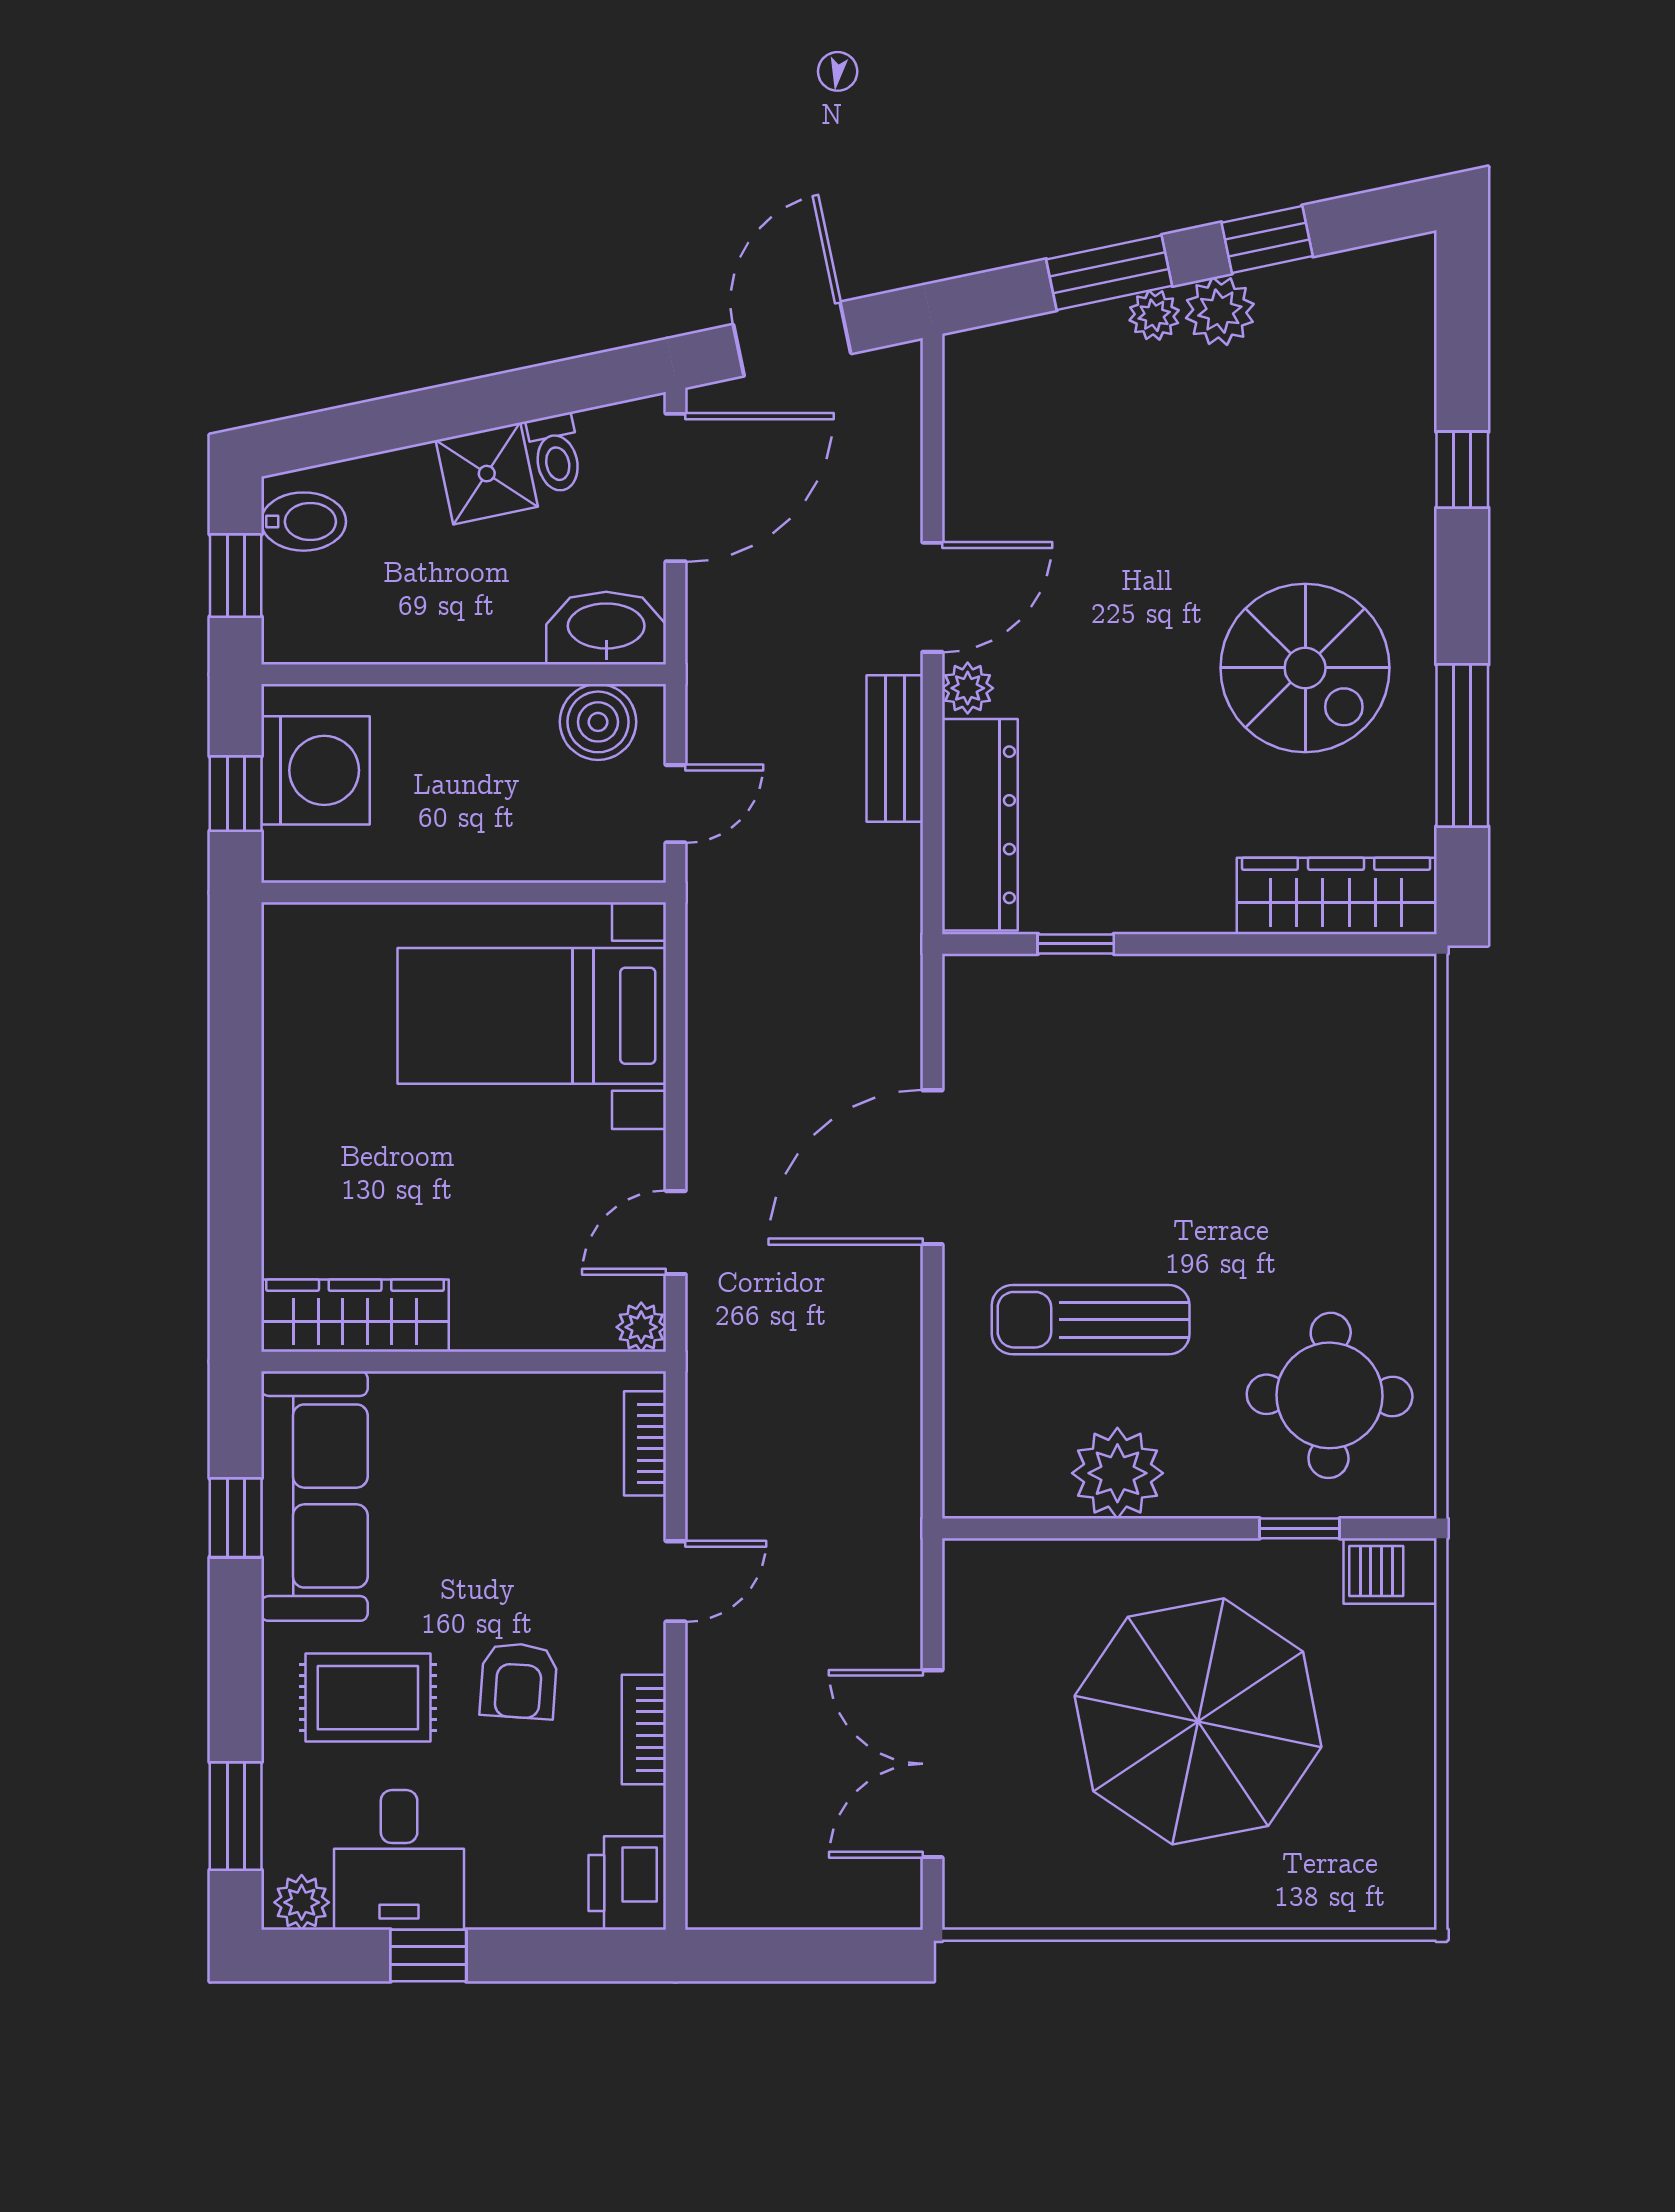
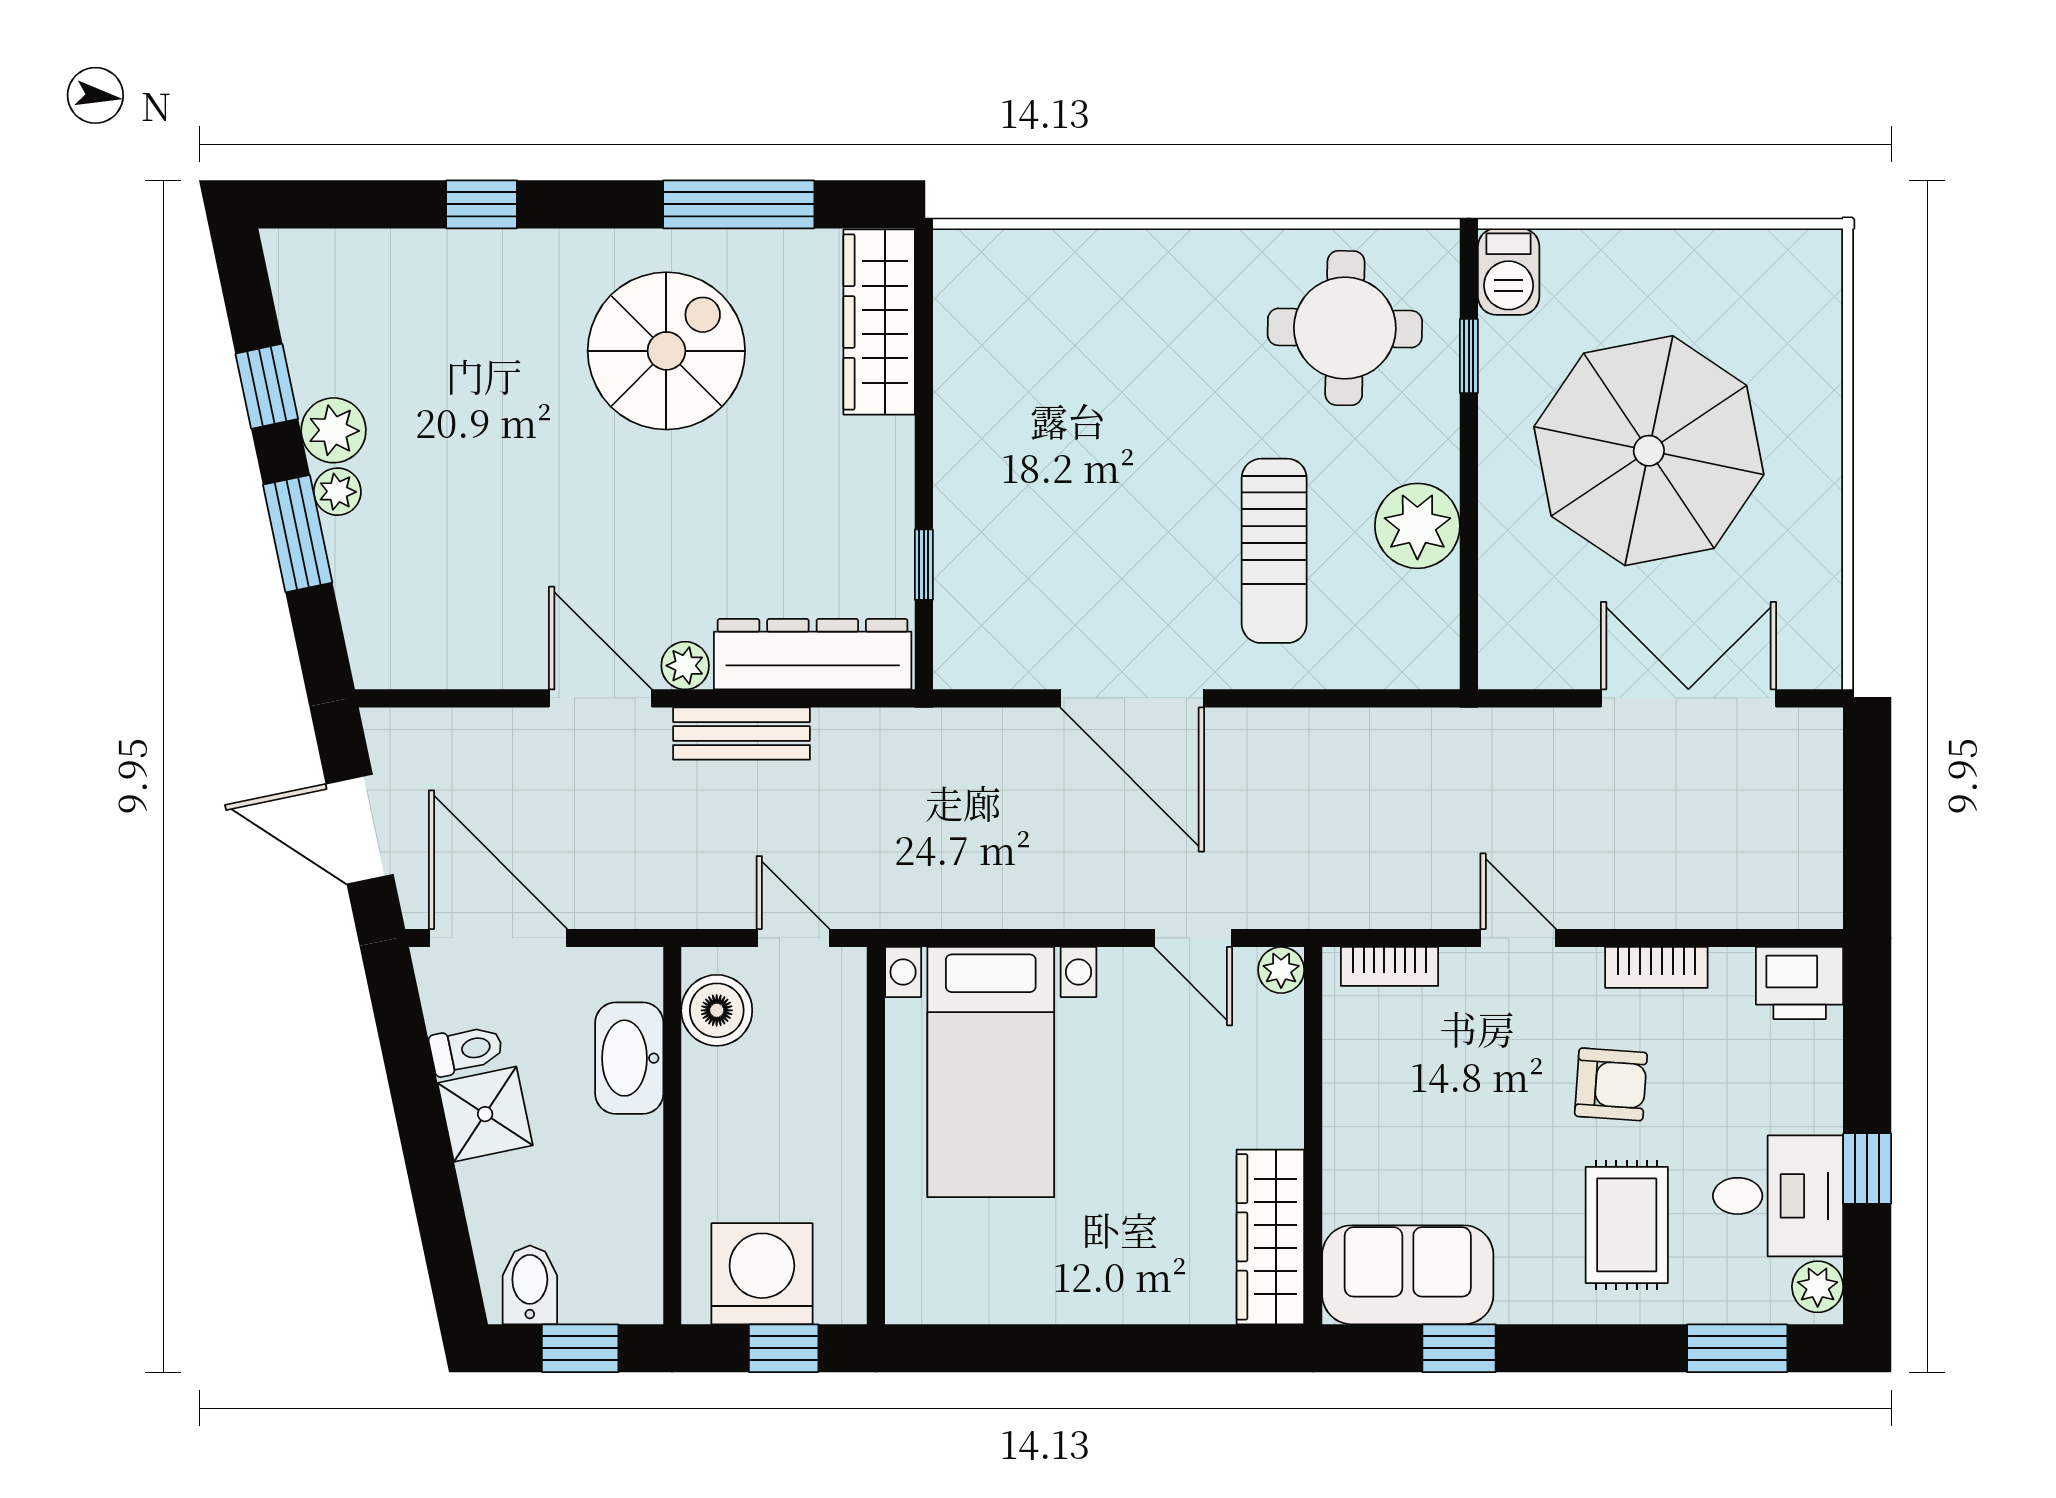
washbasin: (606, 628) -> (629, 1058), moved
sofa: (314, 1496) -> (1408, 1275), width x0.73
double door: (932, 1764) -> (1688, 698), swing flipped

